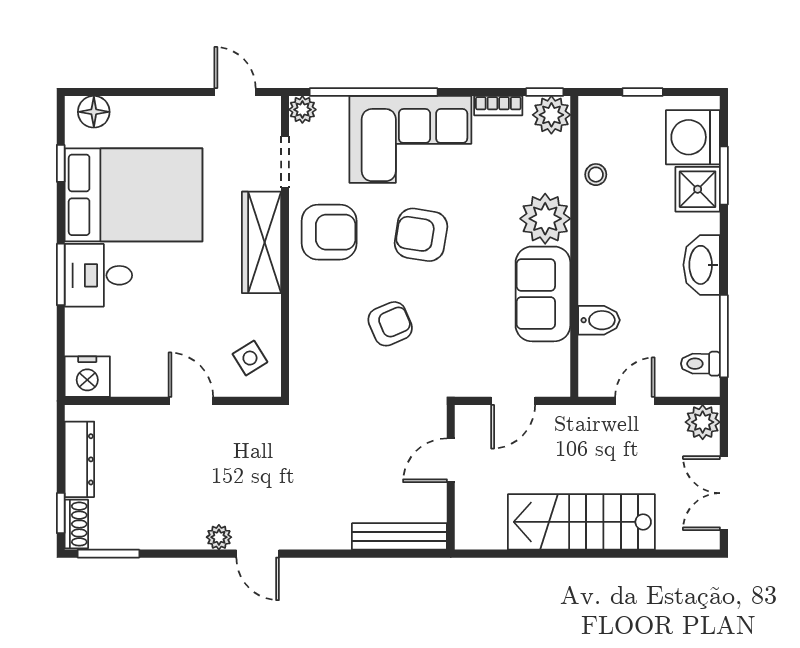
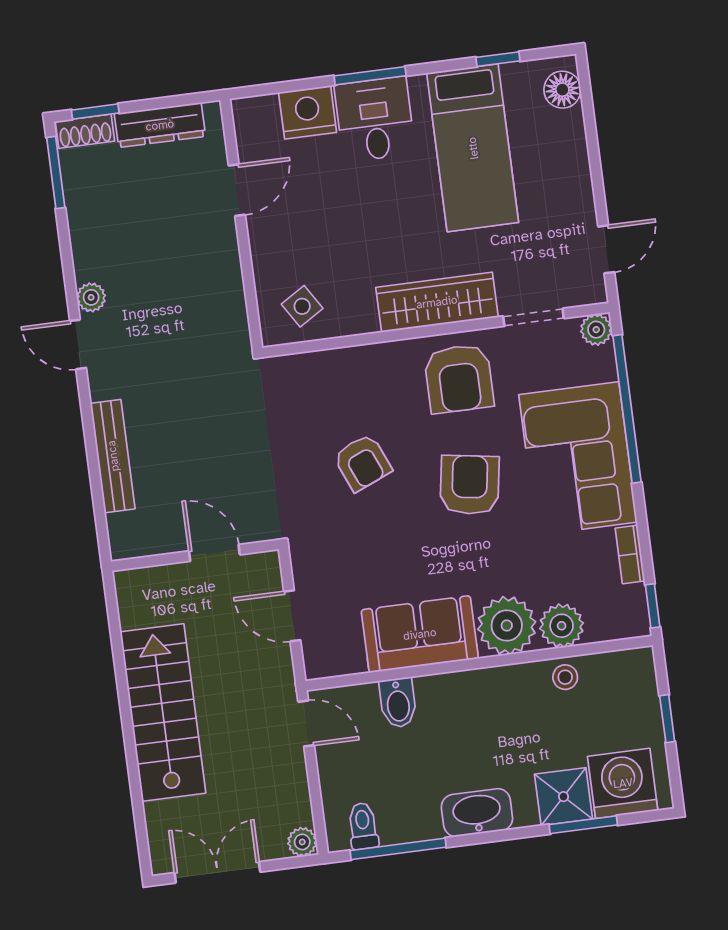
plant: (551, 115) -> (562, 626), moved
bed: (134, 195) -> (473, 148), width x0.67
nightstand: (87, 377) -> (308, 112), moved, turned 90
door: (191, 401) -> (237, 190), moved
door: (635, 401) -> (306, 724), moved
plant: (703, 422) -> (302, 842), width x0.73, depth x0.73
bench: (399, 536) -> (113, 456), moved
door: (258, 554) -> (78, 344), hinge flipped

